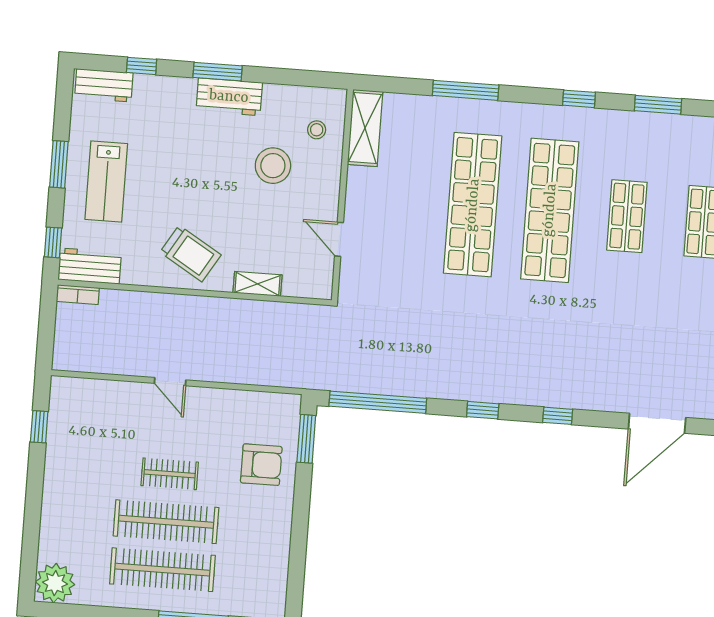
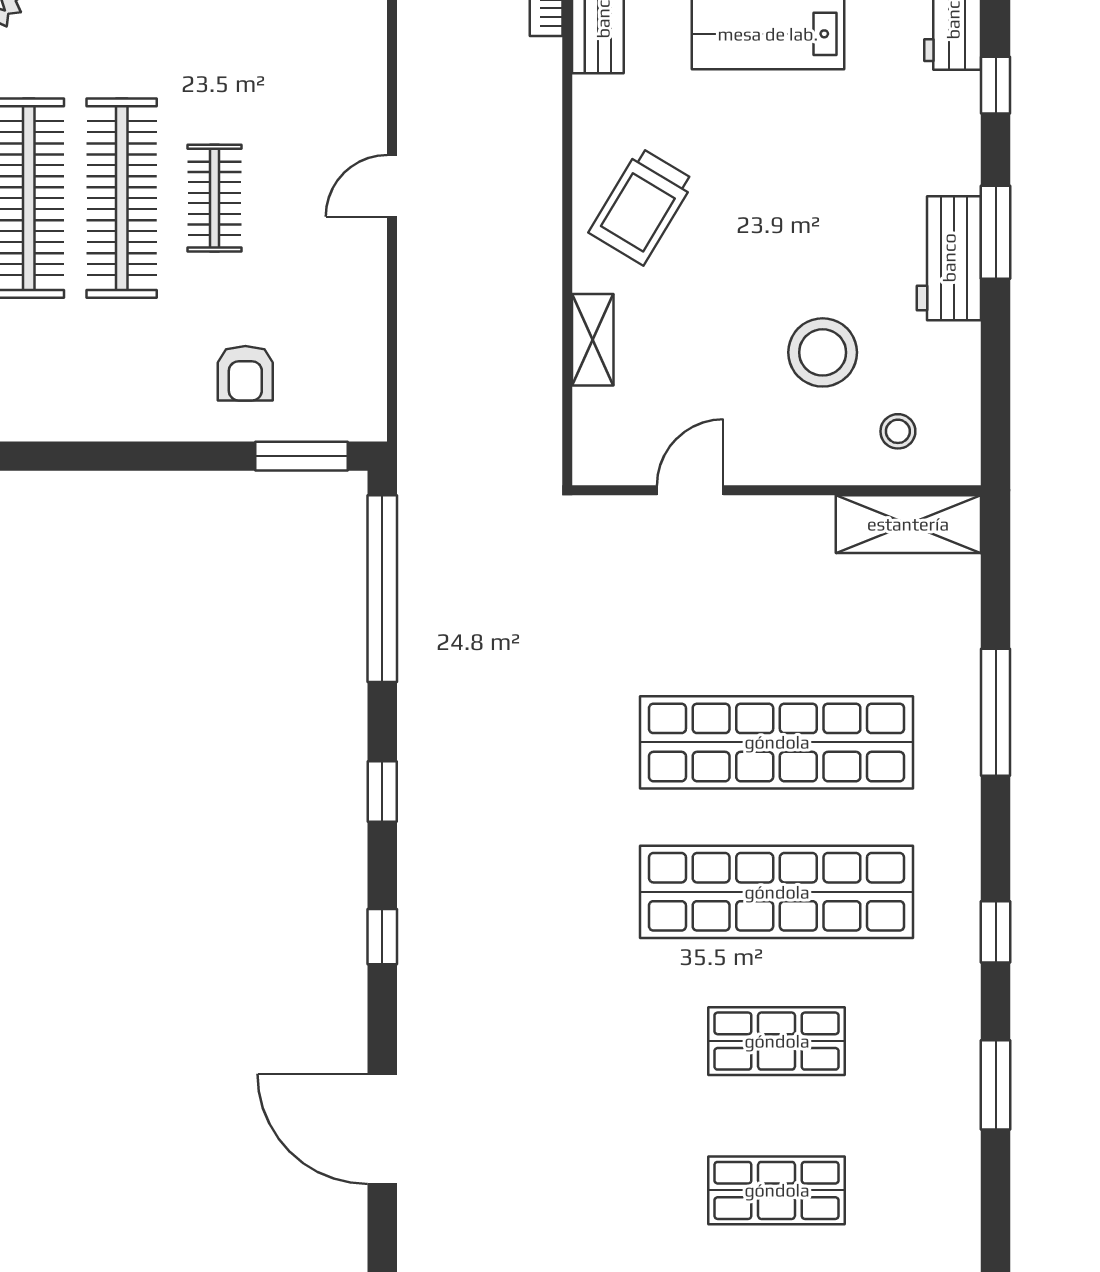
armchair: (261, 465) -> (245, 373), width x0.72, depth x0.72

